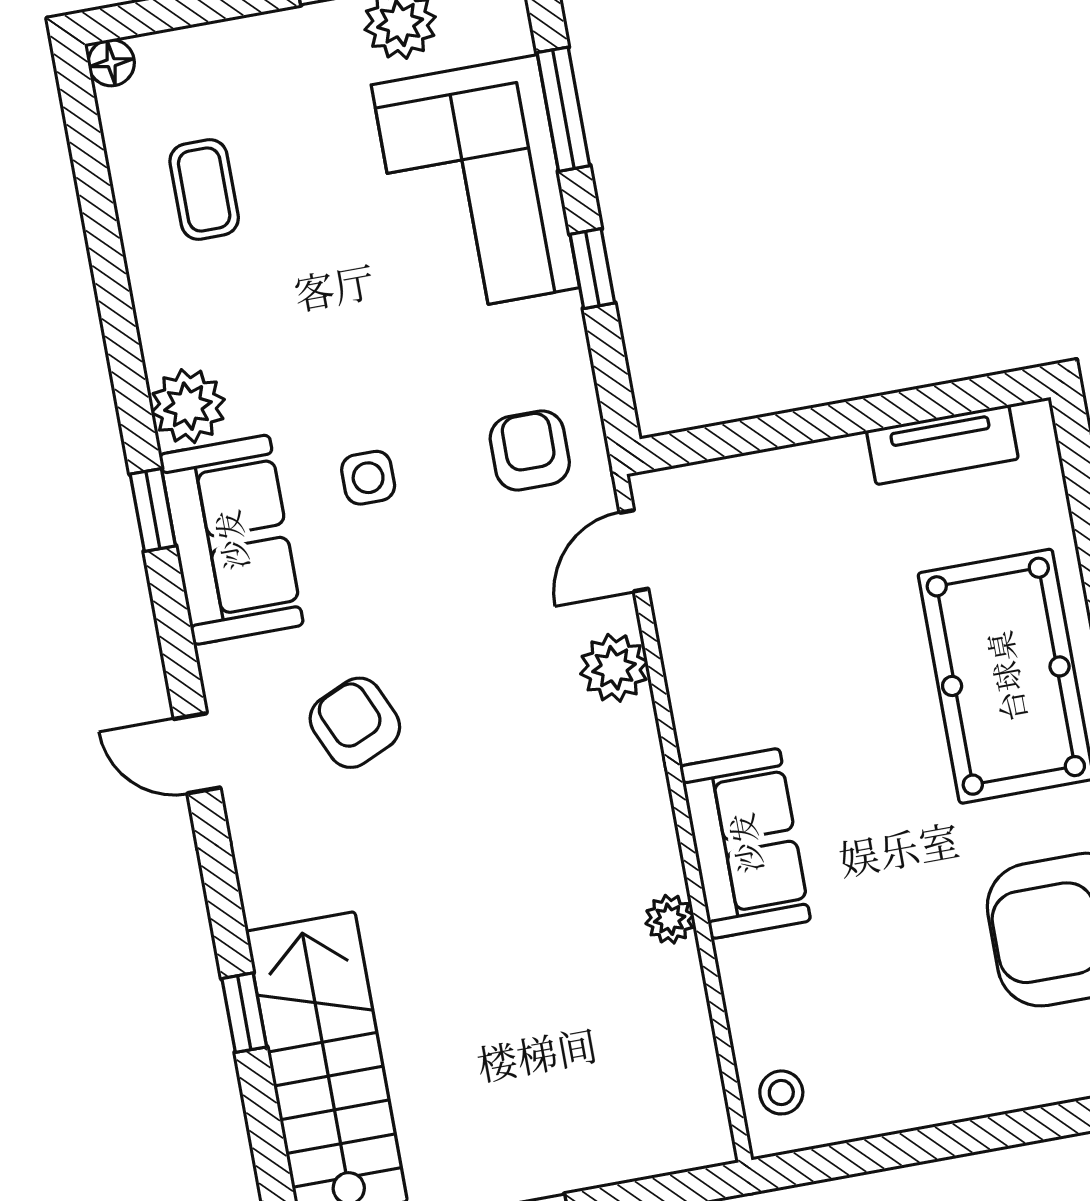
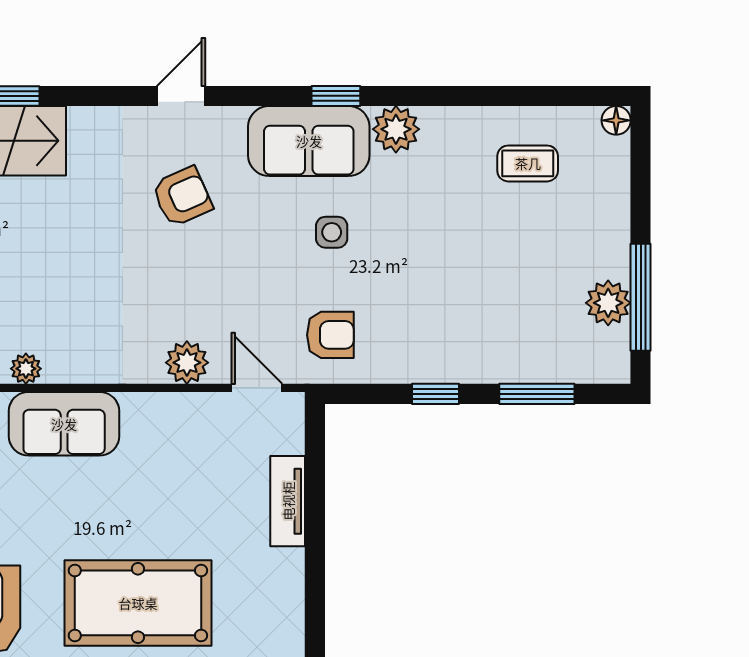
corner sofa: (475, 186) -> (499, 331), removed
tv unit: (942, 445) -> (288, 501), moved

